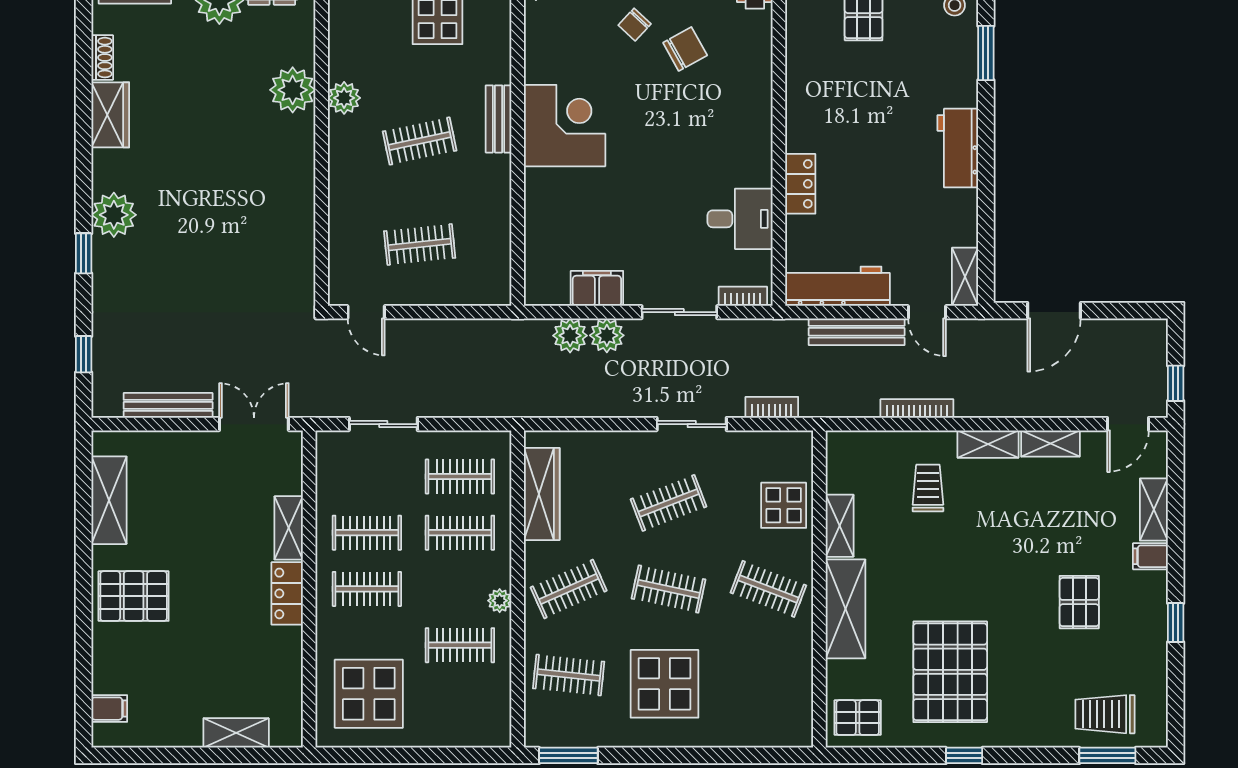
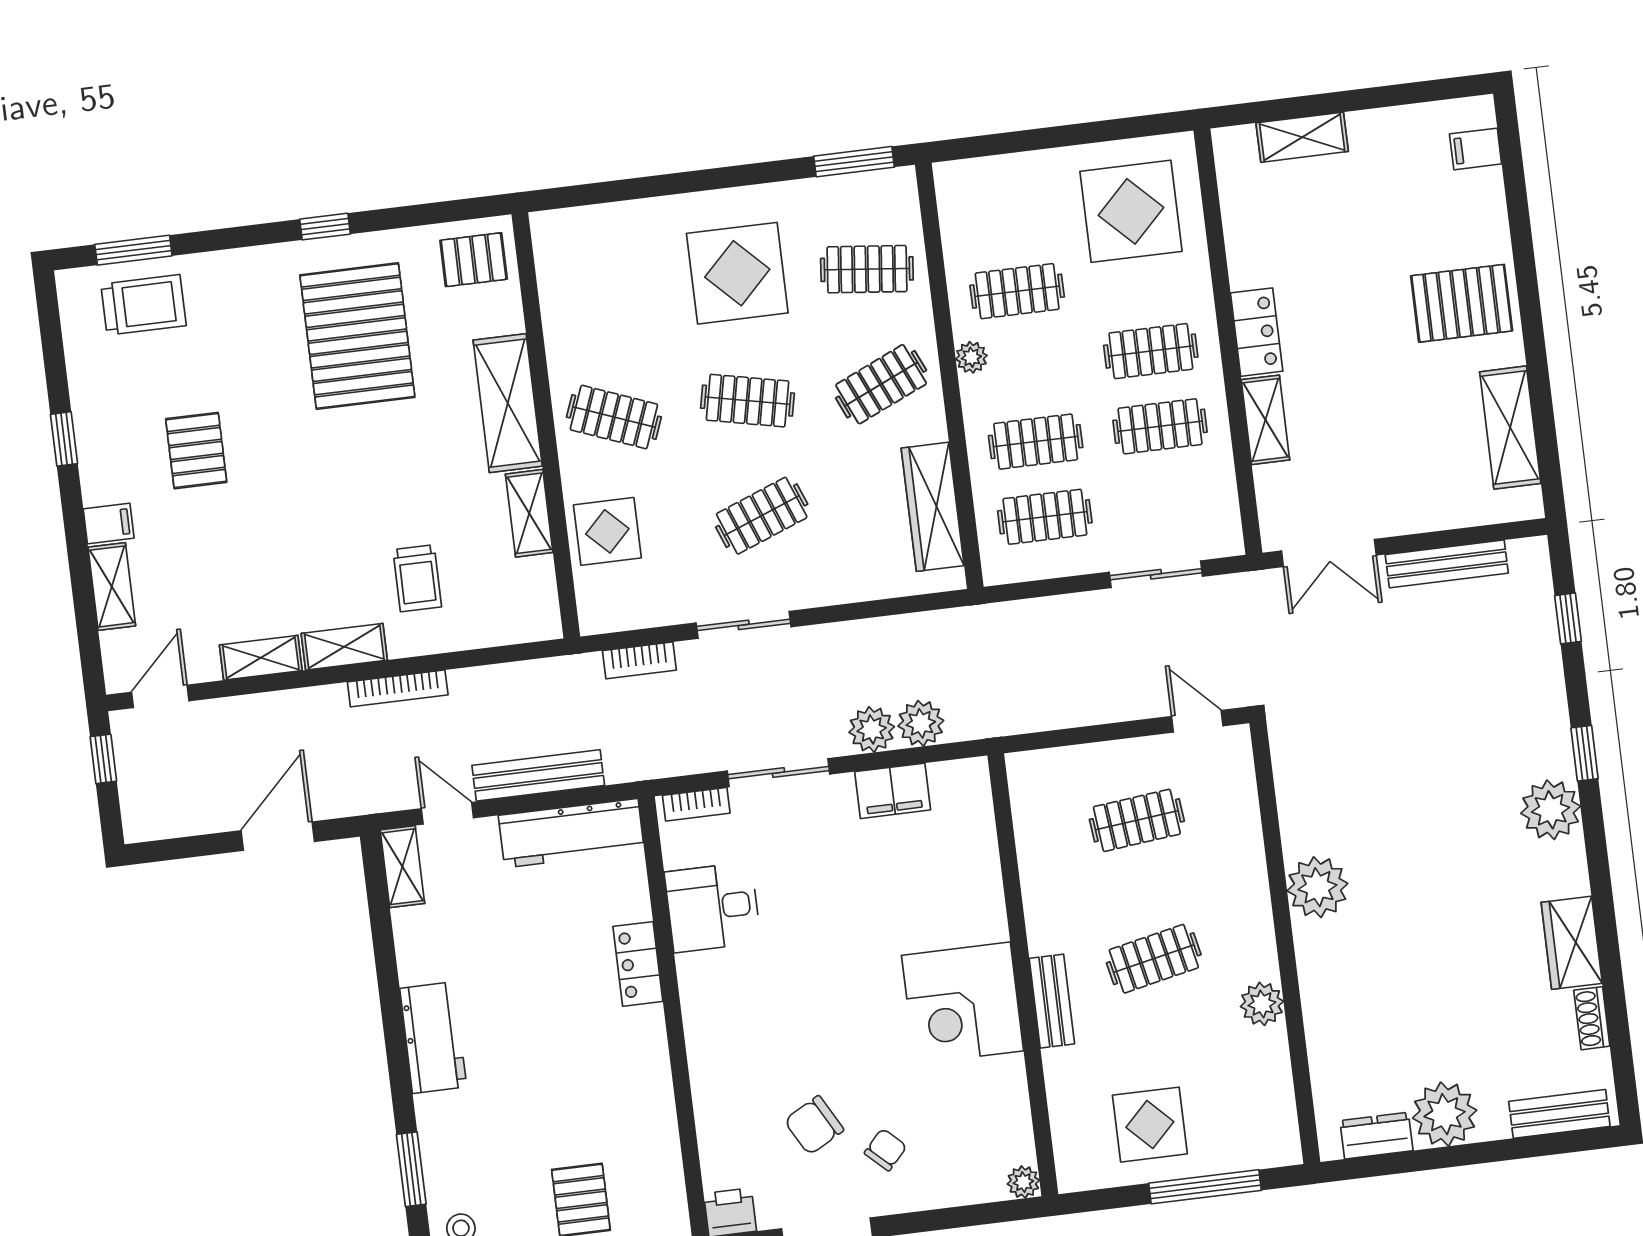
plant: (293, 90) -> (1317, 887), moved
bookcase: (917, 409) -> (398, 688), moved

